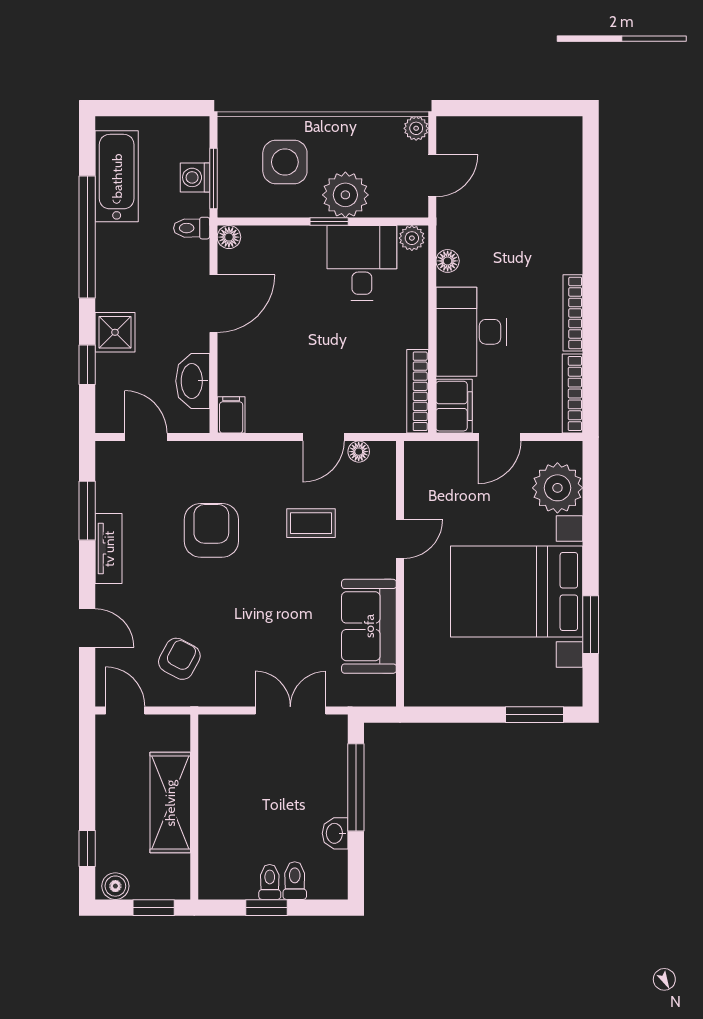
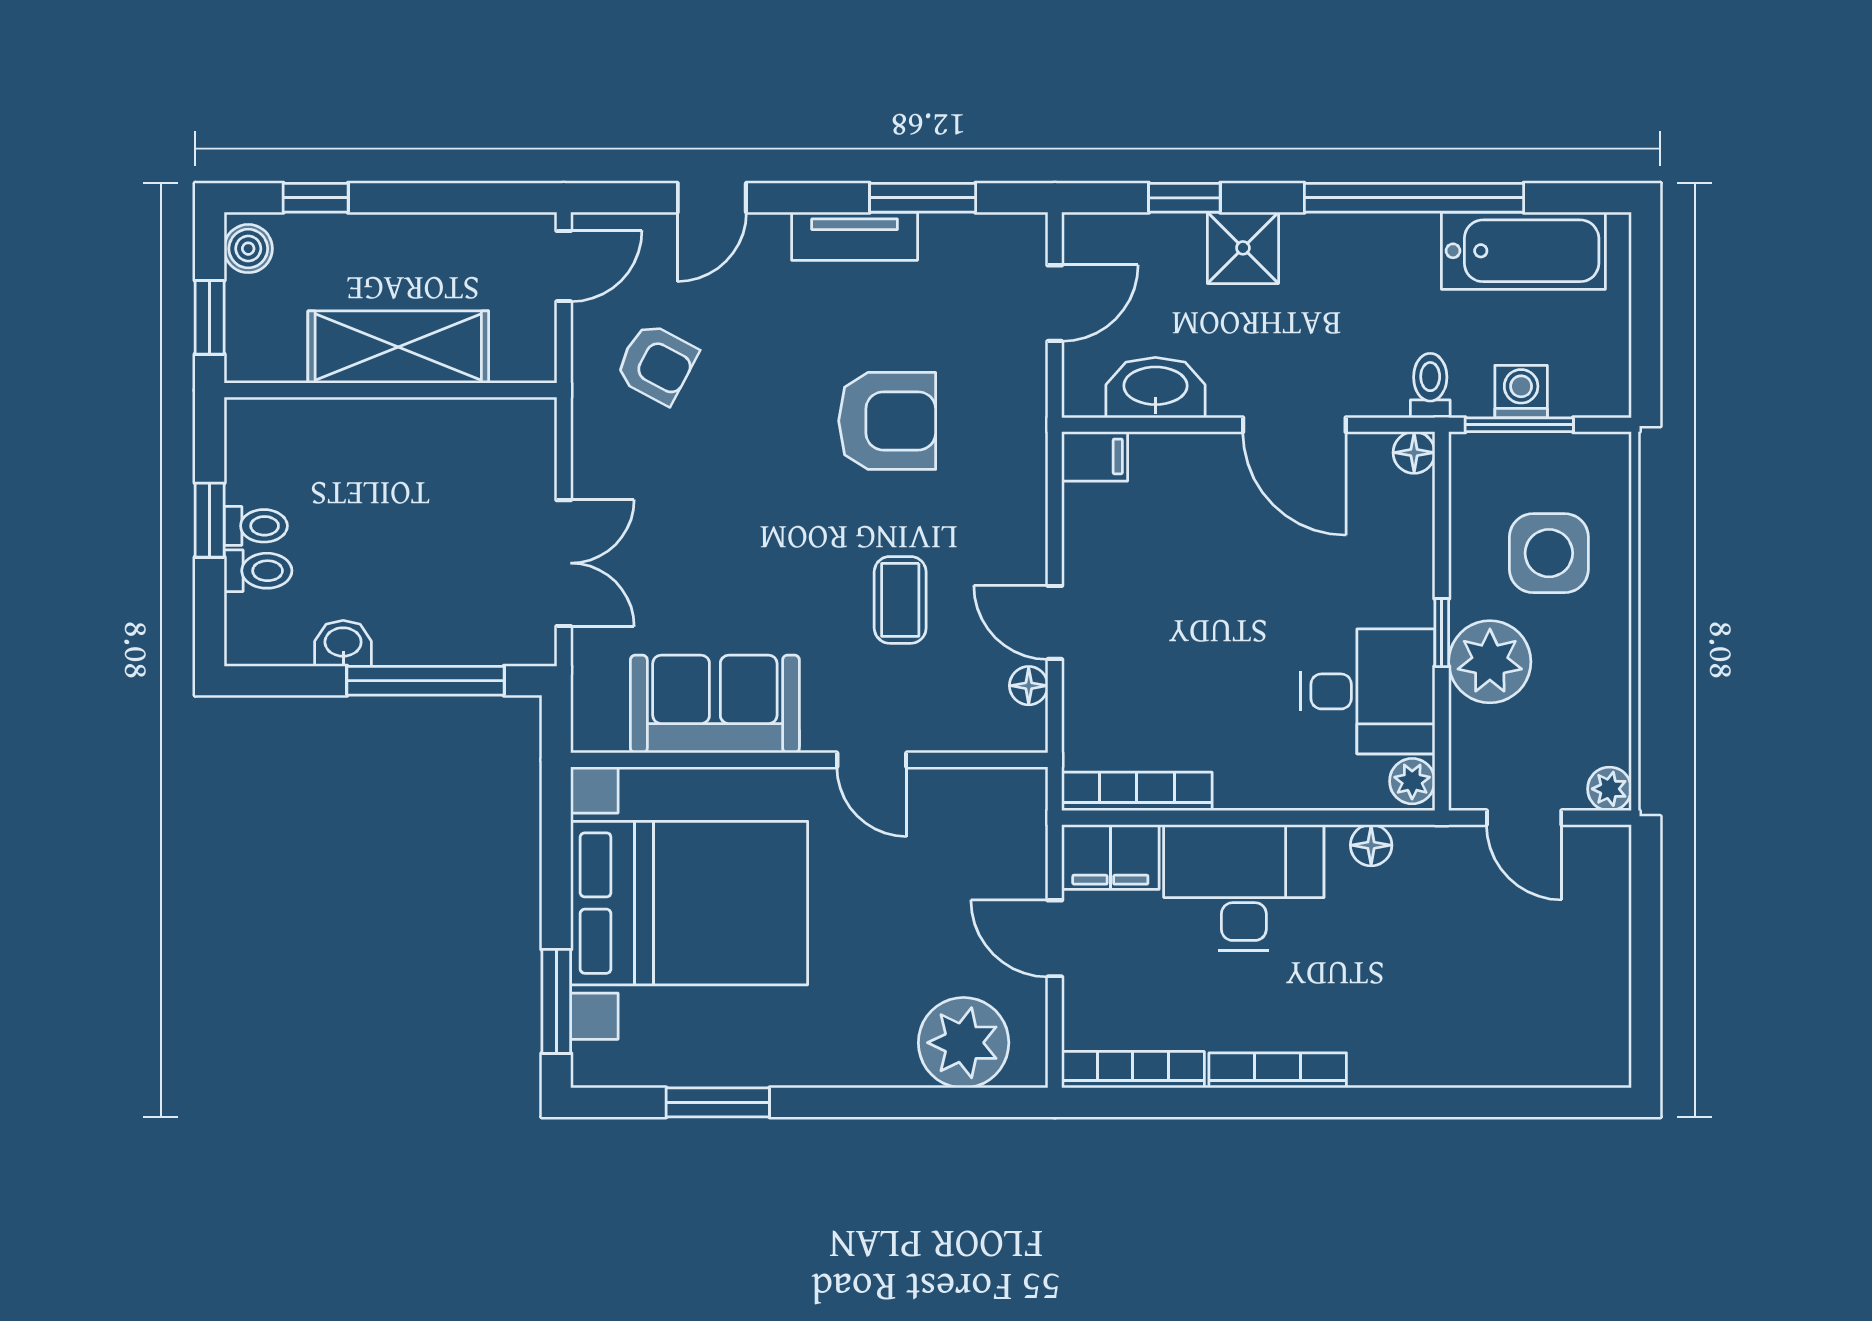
bed with nightstands: (517, 591) -> (689, 903), moved, turned 90

